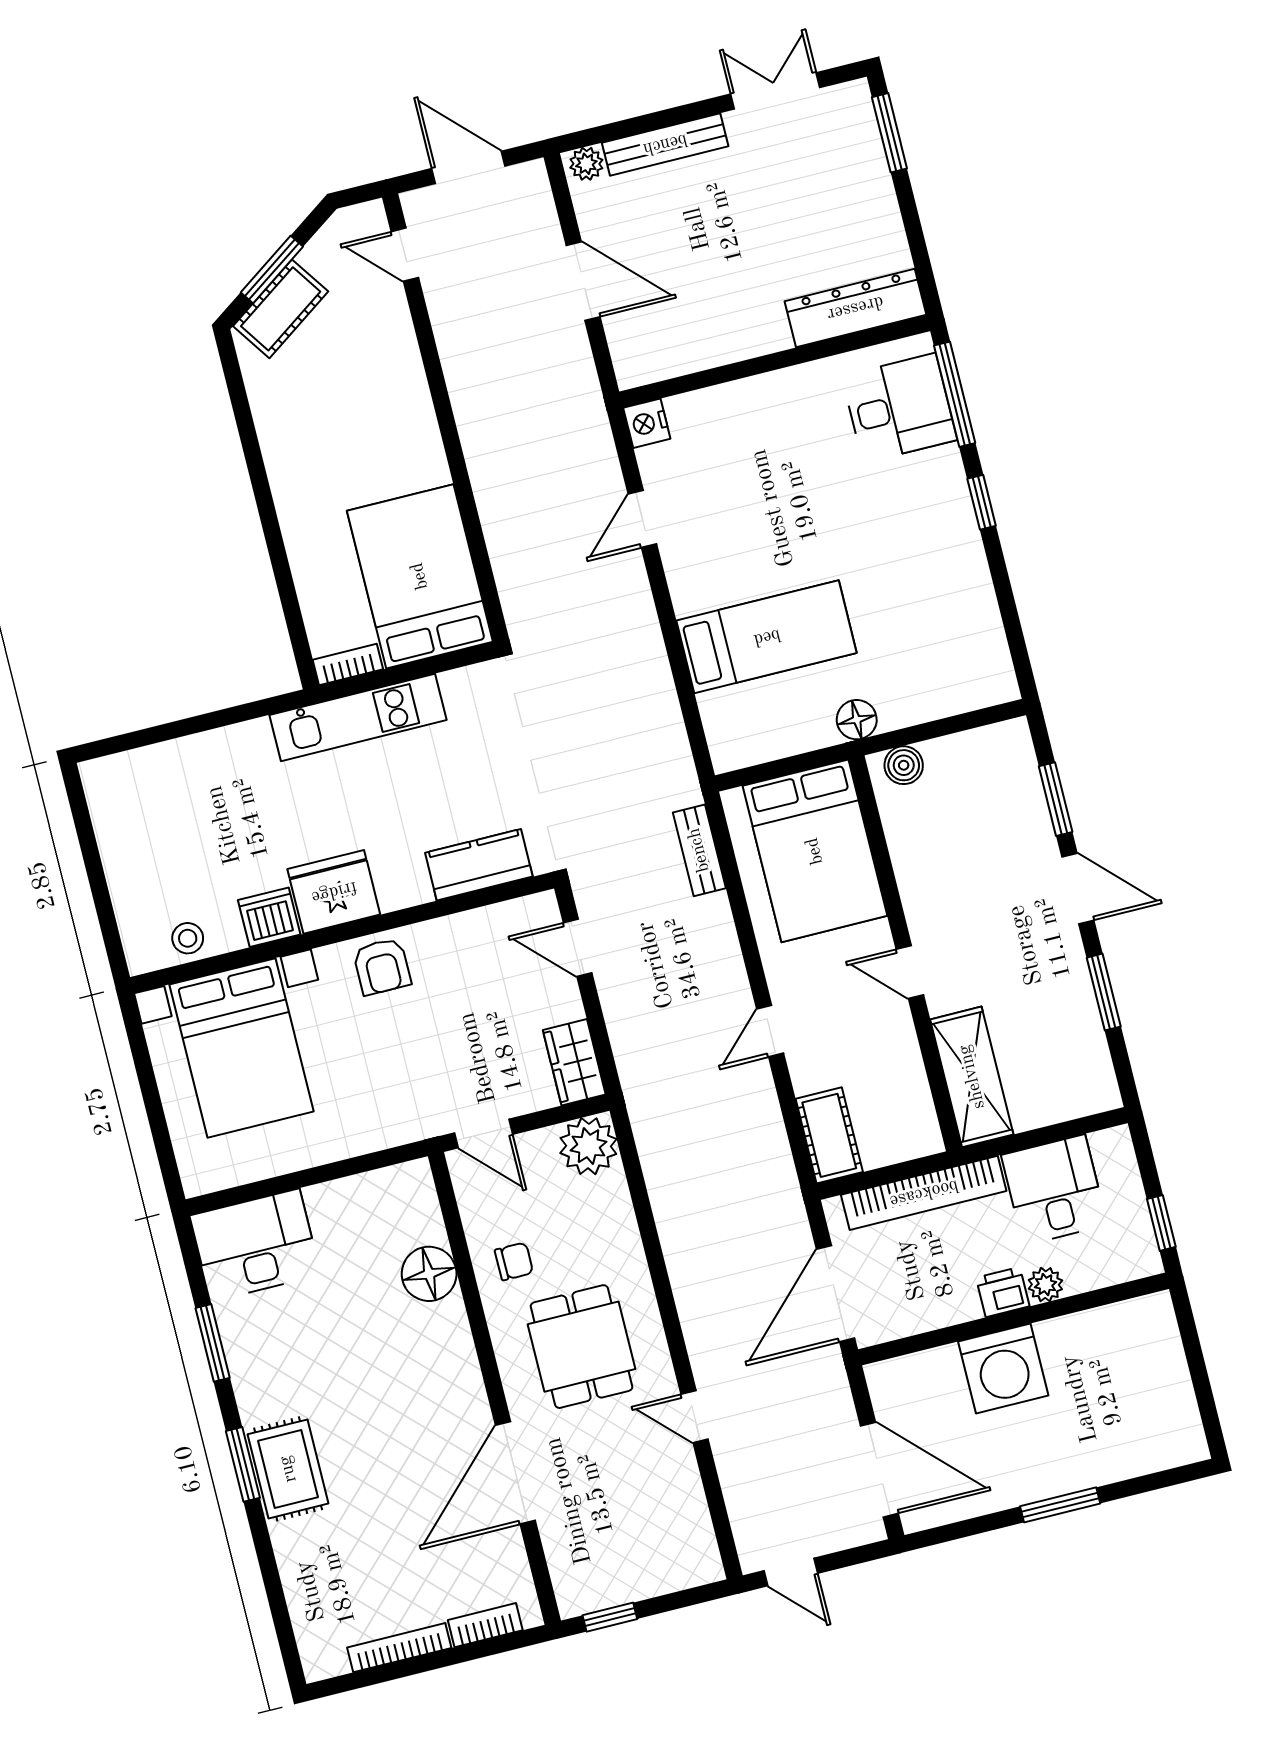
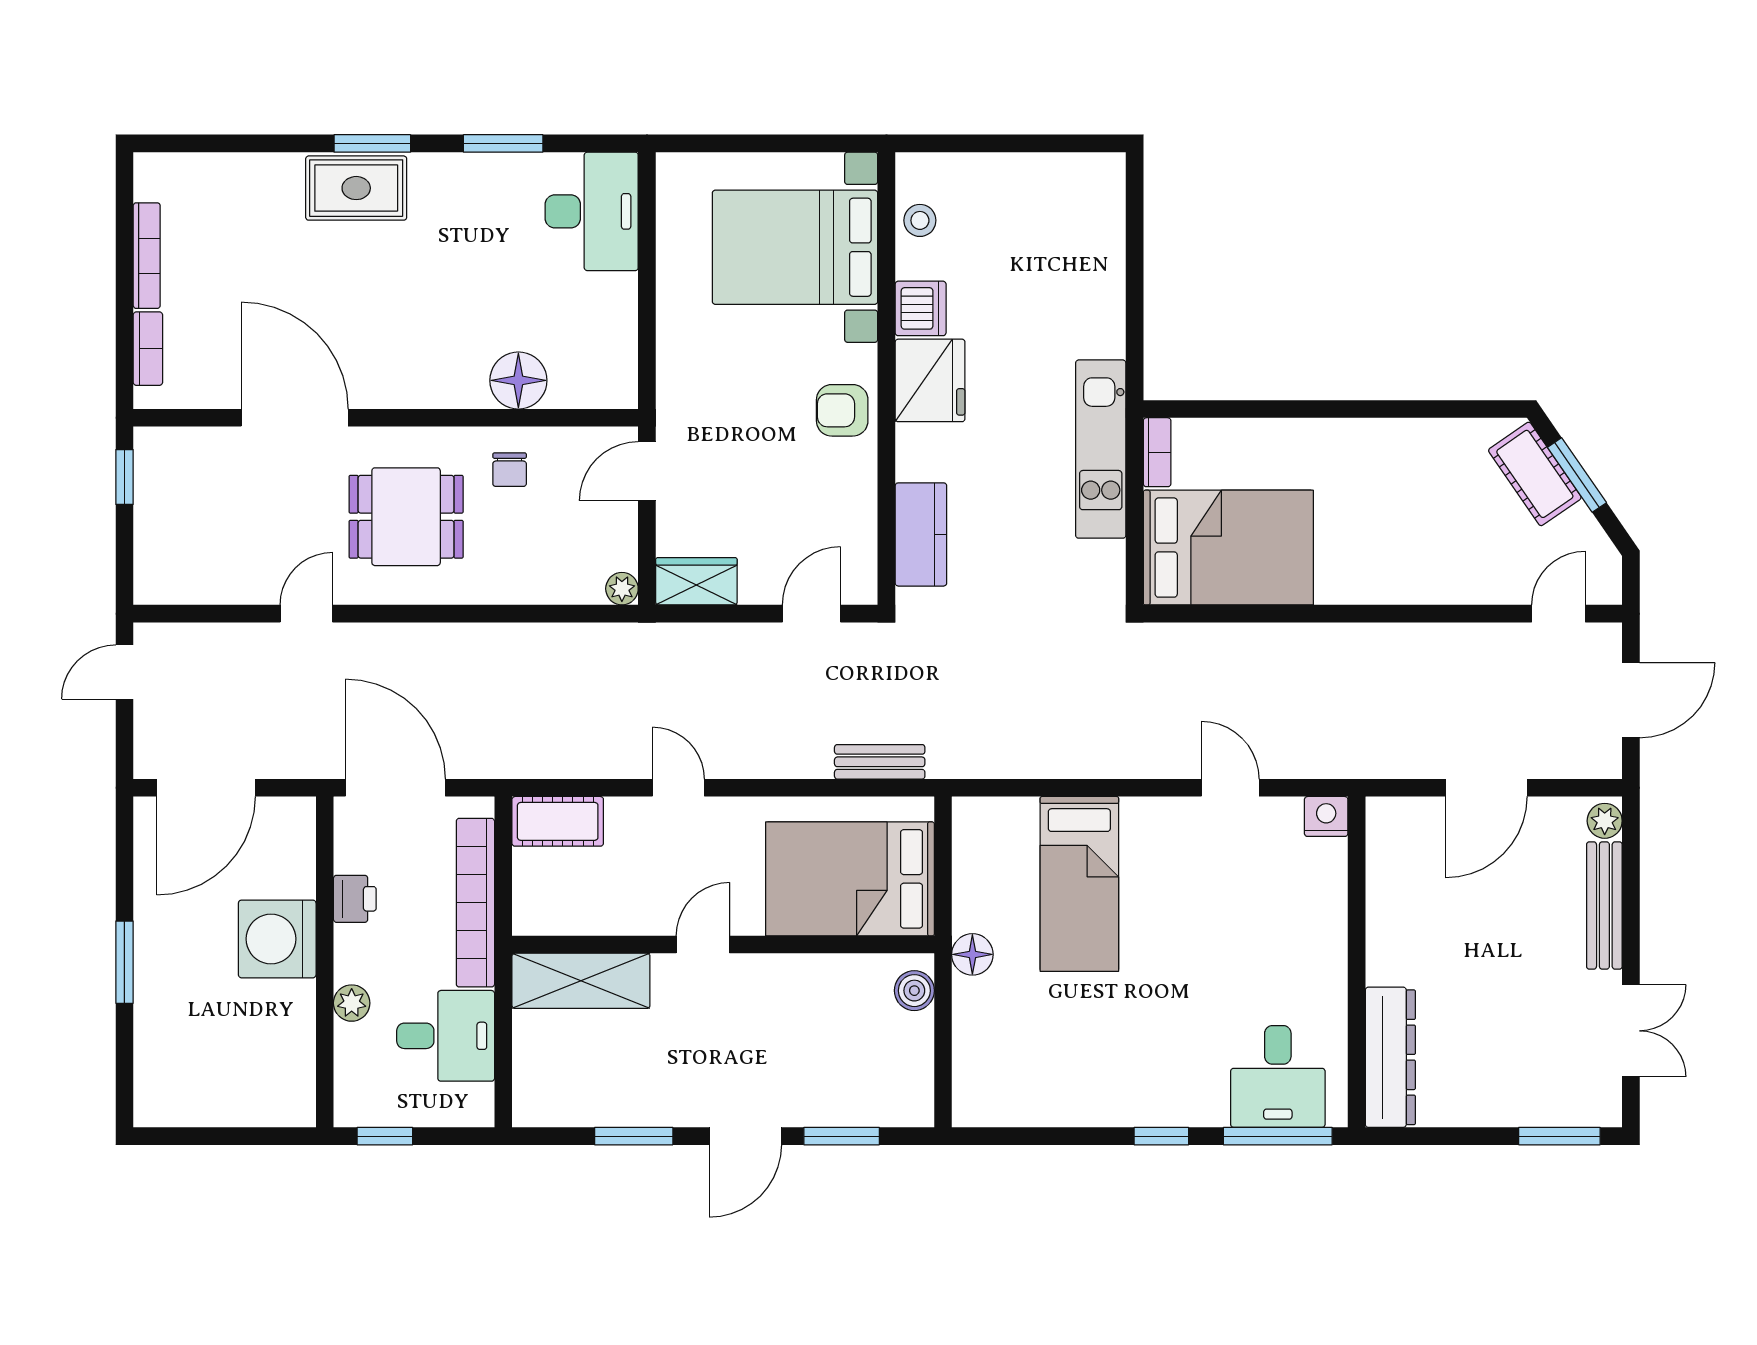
plant: (588, 1146) -> (622, 589), width x0.53, depth x0.53
printer: (1003, 1292) -> (355, 899), moved

